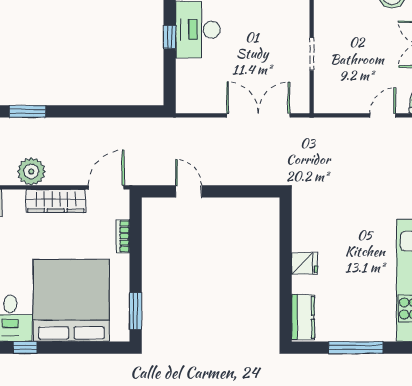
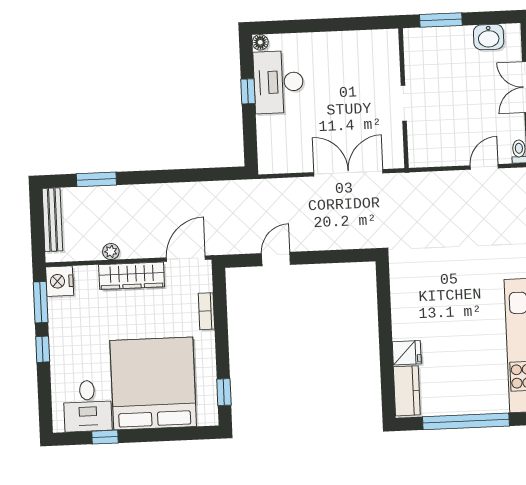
plant: (31, 171) -> (111, 252), width x0.53, depth x0.53
door: (189, 191) -> (276, 259), hinge flipped
fridge: (304, 263) -> (407, 353), moved
window: (136, 311) -> (224, 392), width x0.67
window: (356, 348) -> (466, 421), width x1.46

